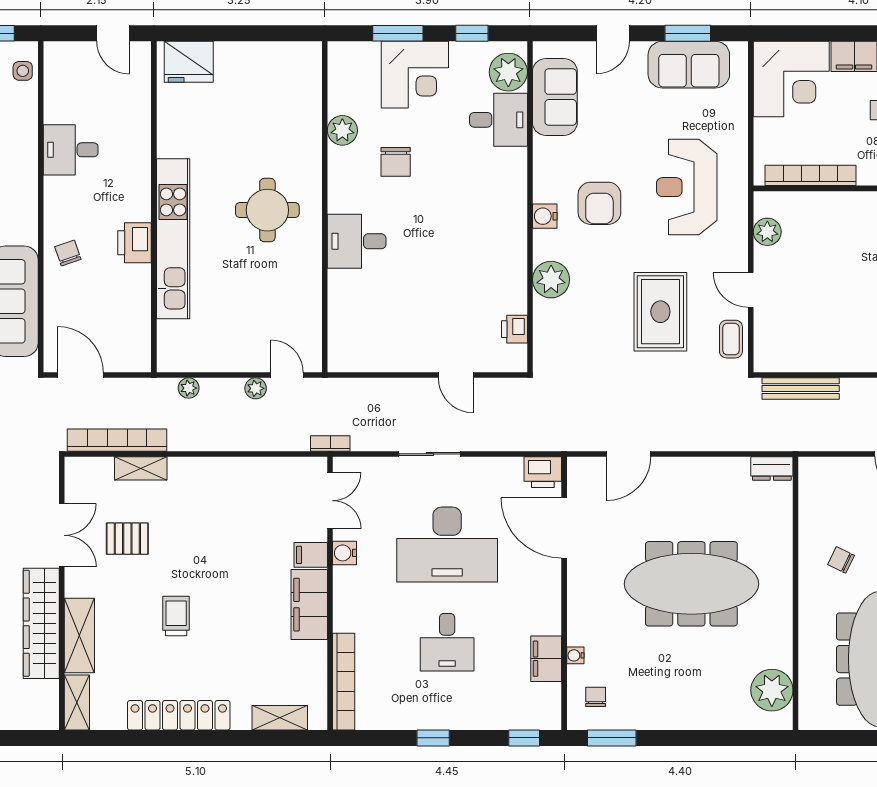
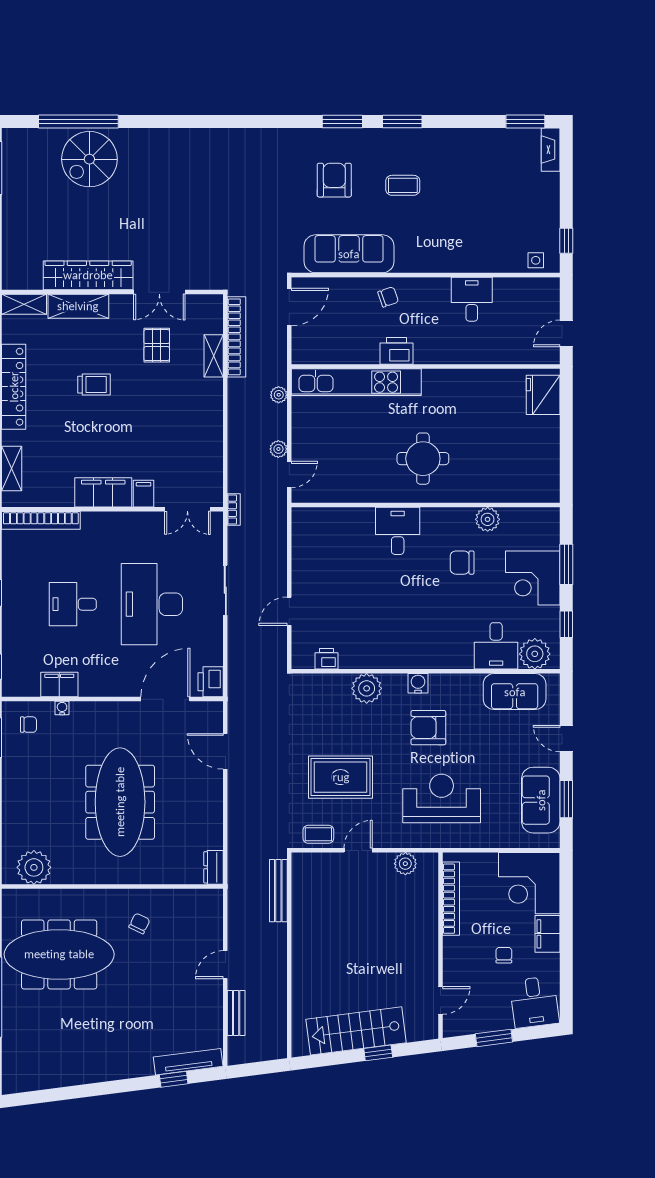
kitchen unit: (173, 239) -> (356, 382), moved
water cooler: (345, 553) -> (145, 521), removed

